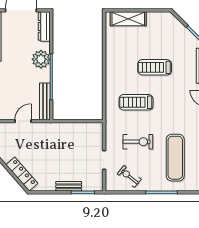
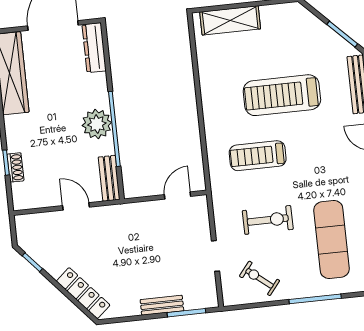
plant: (41, 59) -> (97, 124), moved
treadmill: (155, 67) -> (282, 95), width x1.37, depth x1.38
bench: (45, 101) -> (109, 178), width x0.73
door: (23, 121) -> (76, 206), hinge flipped
door: (85, 121) -> (177, 196), added

